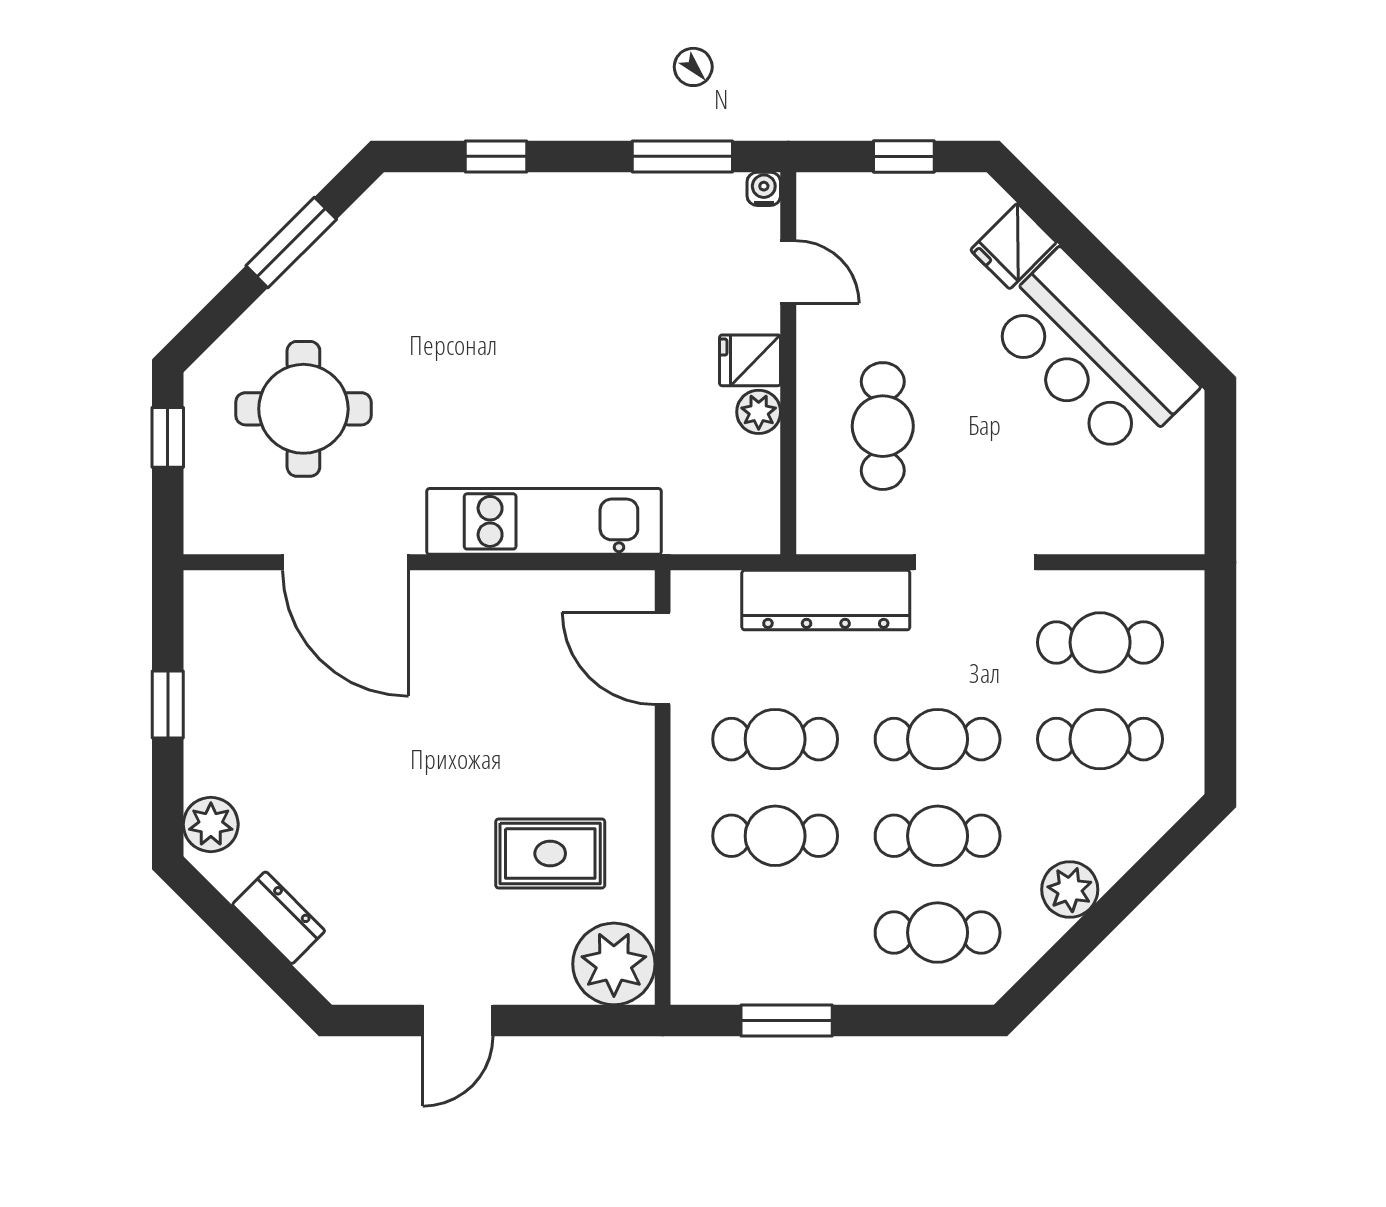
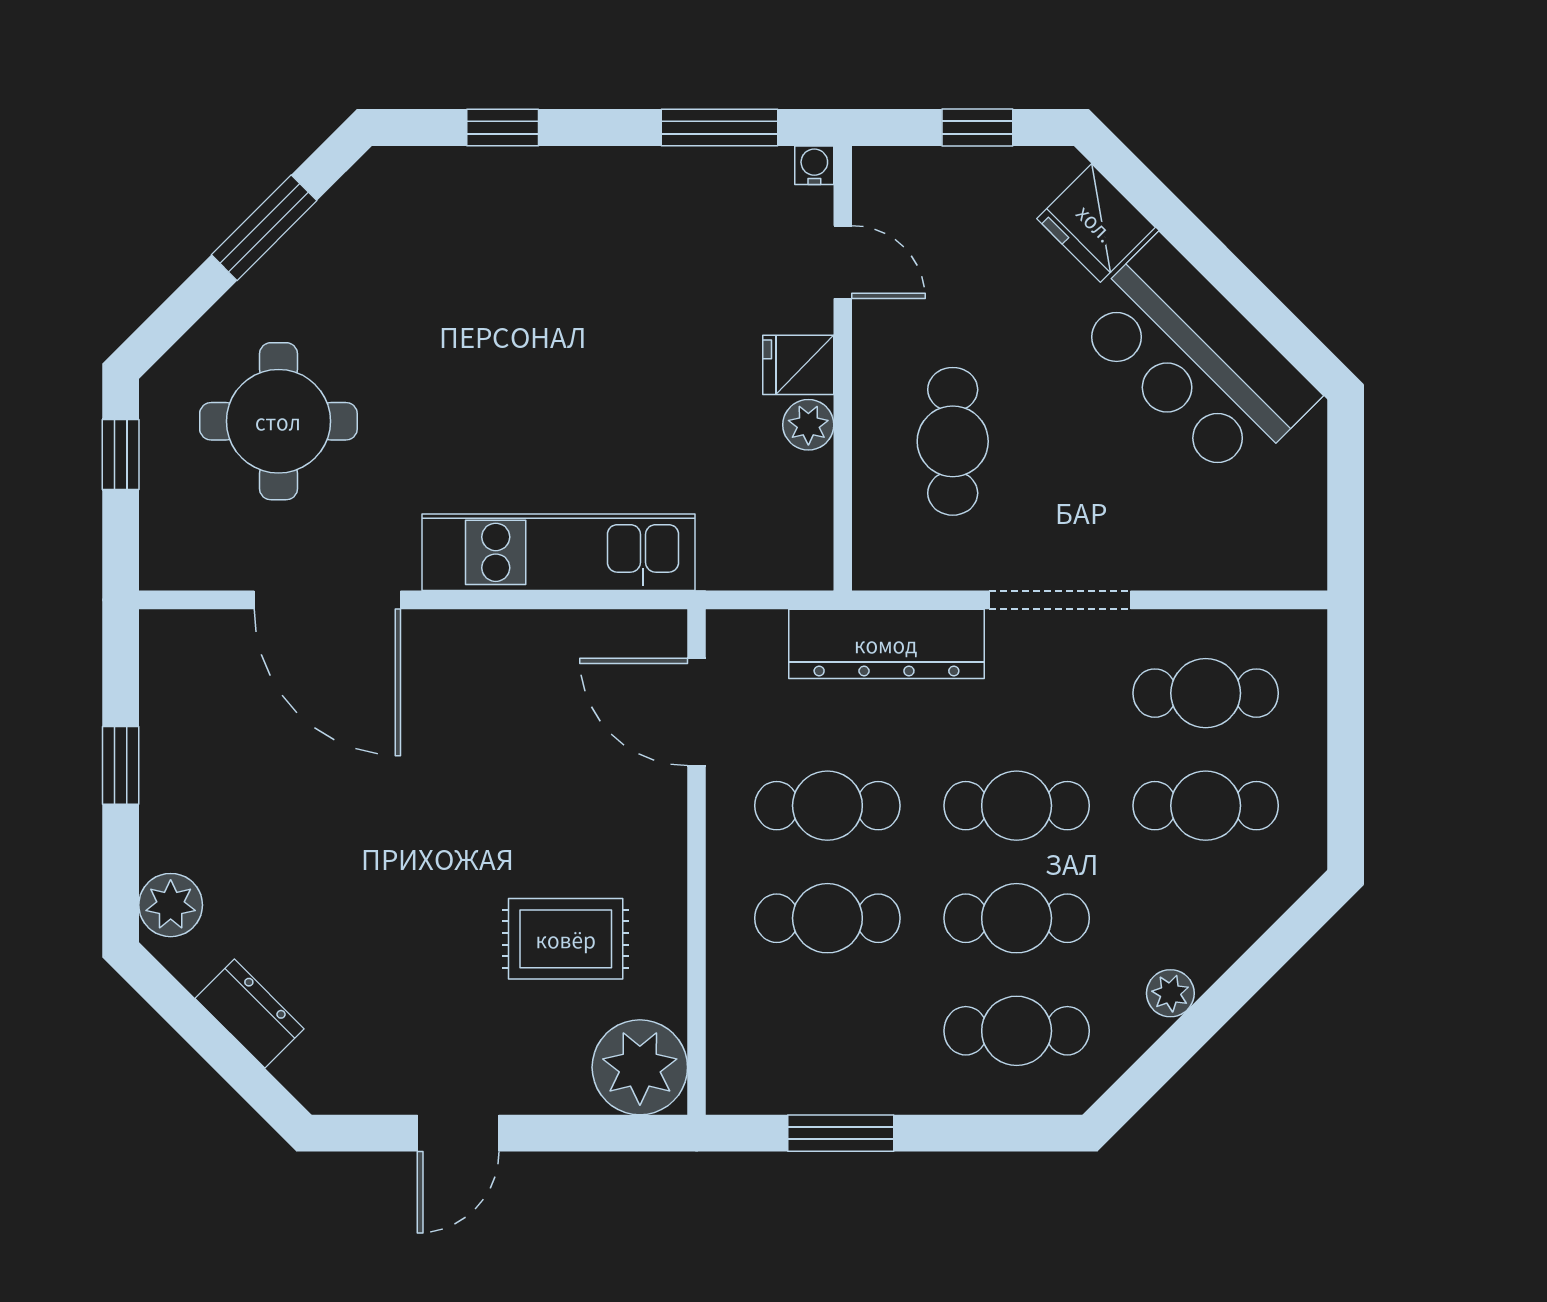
fridge: (1013, 246) -> (1096, 223), width x1.38
plant: (1070, 890) -> (1170, 993), width x0.73, depth x0.73

